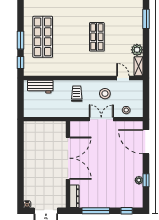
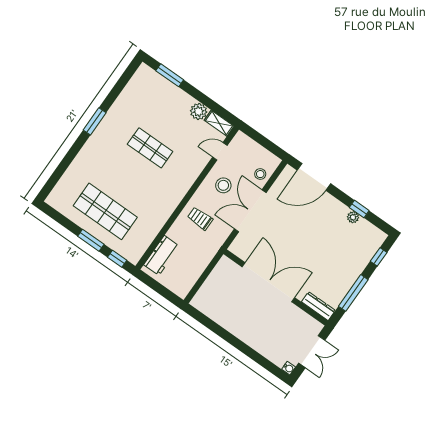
double door: (101, 119) -> (250, 211), width x1.37

